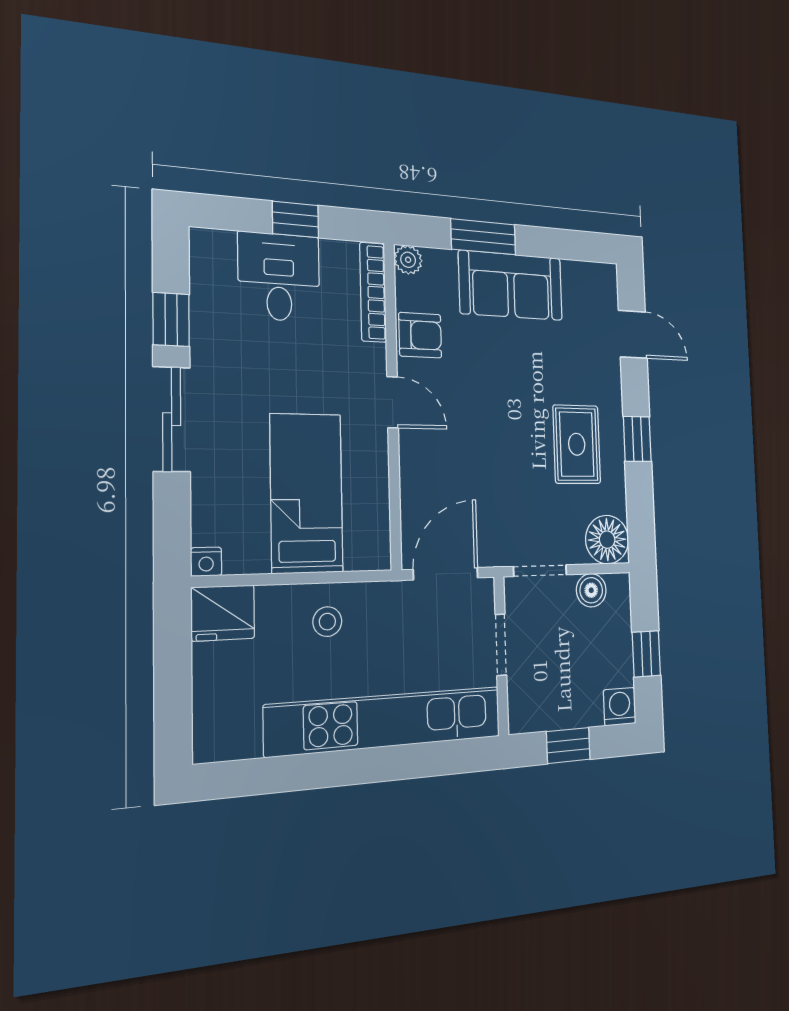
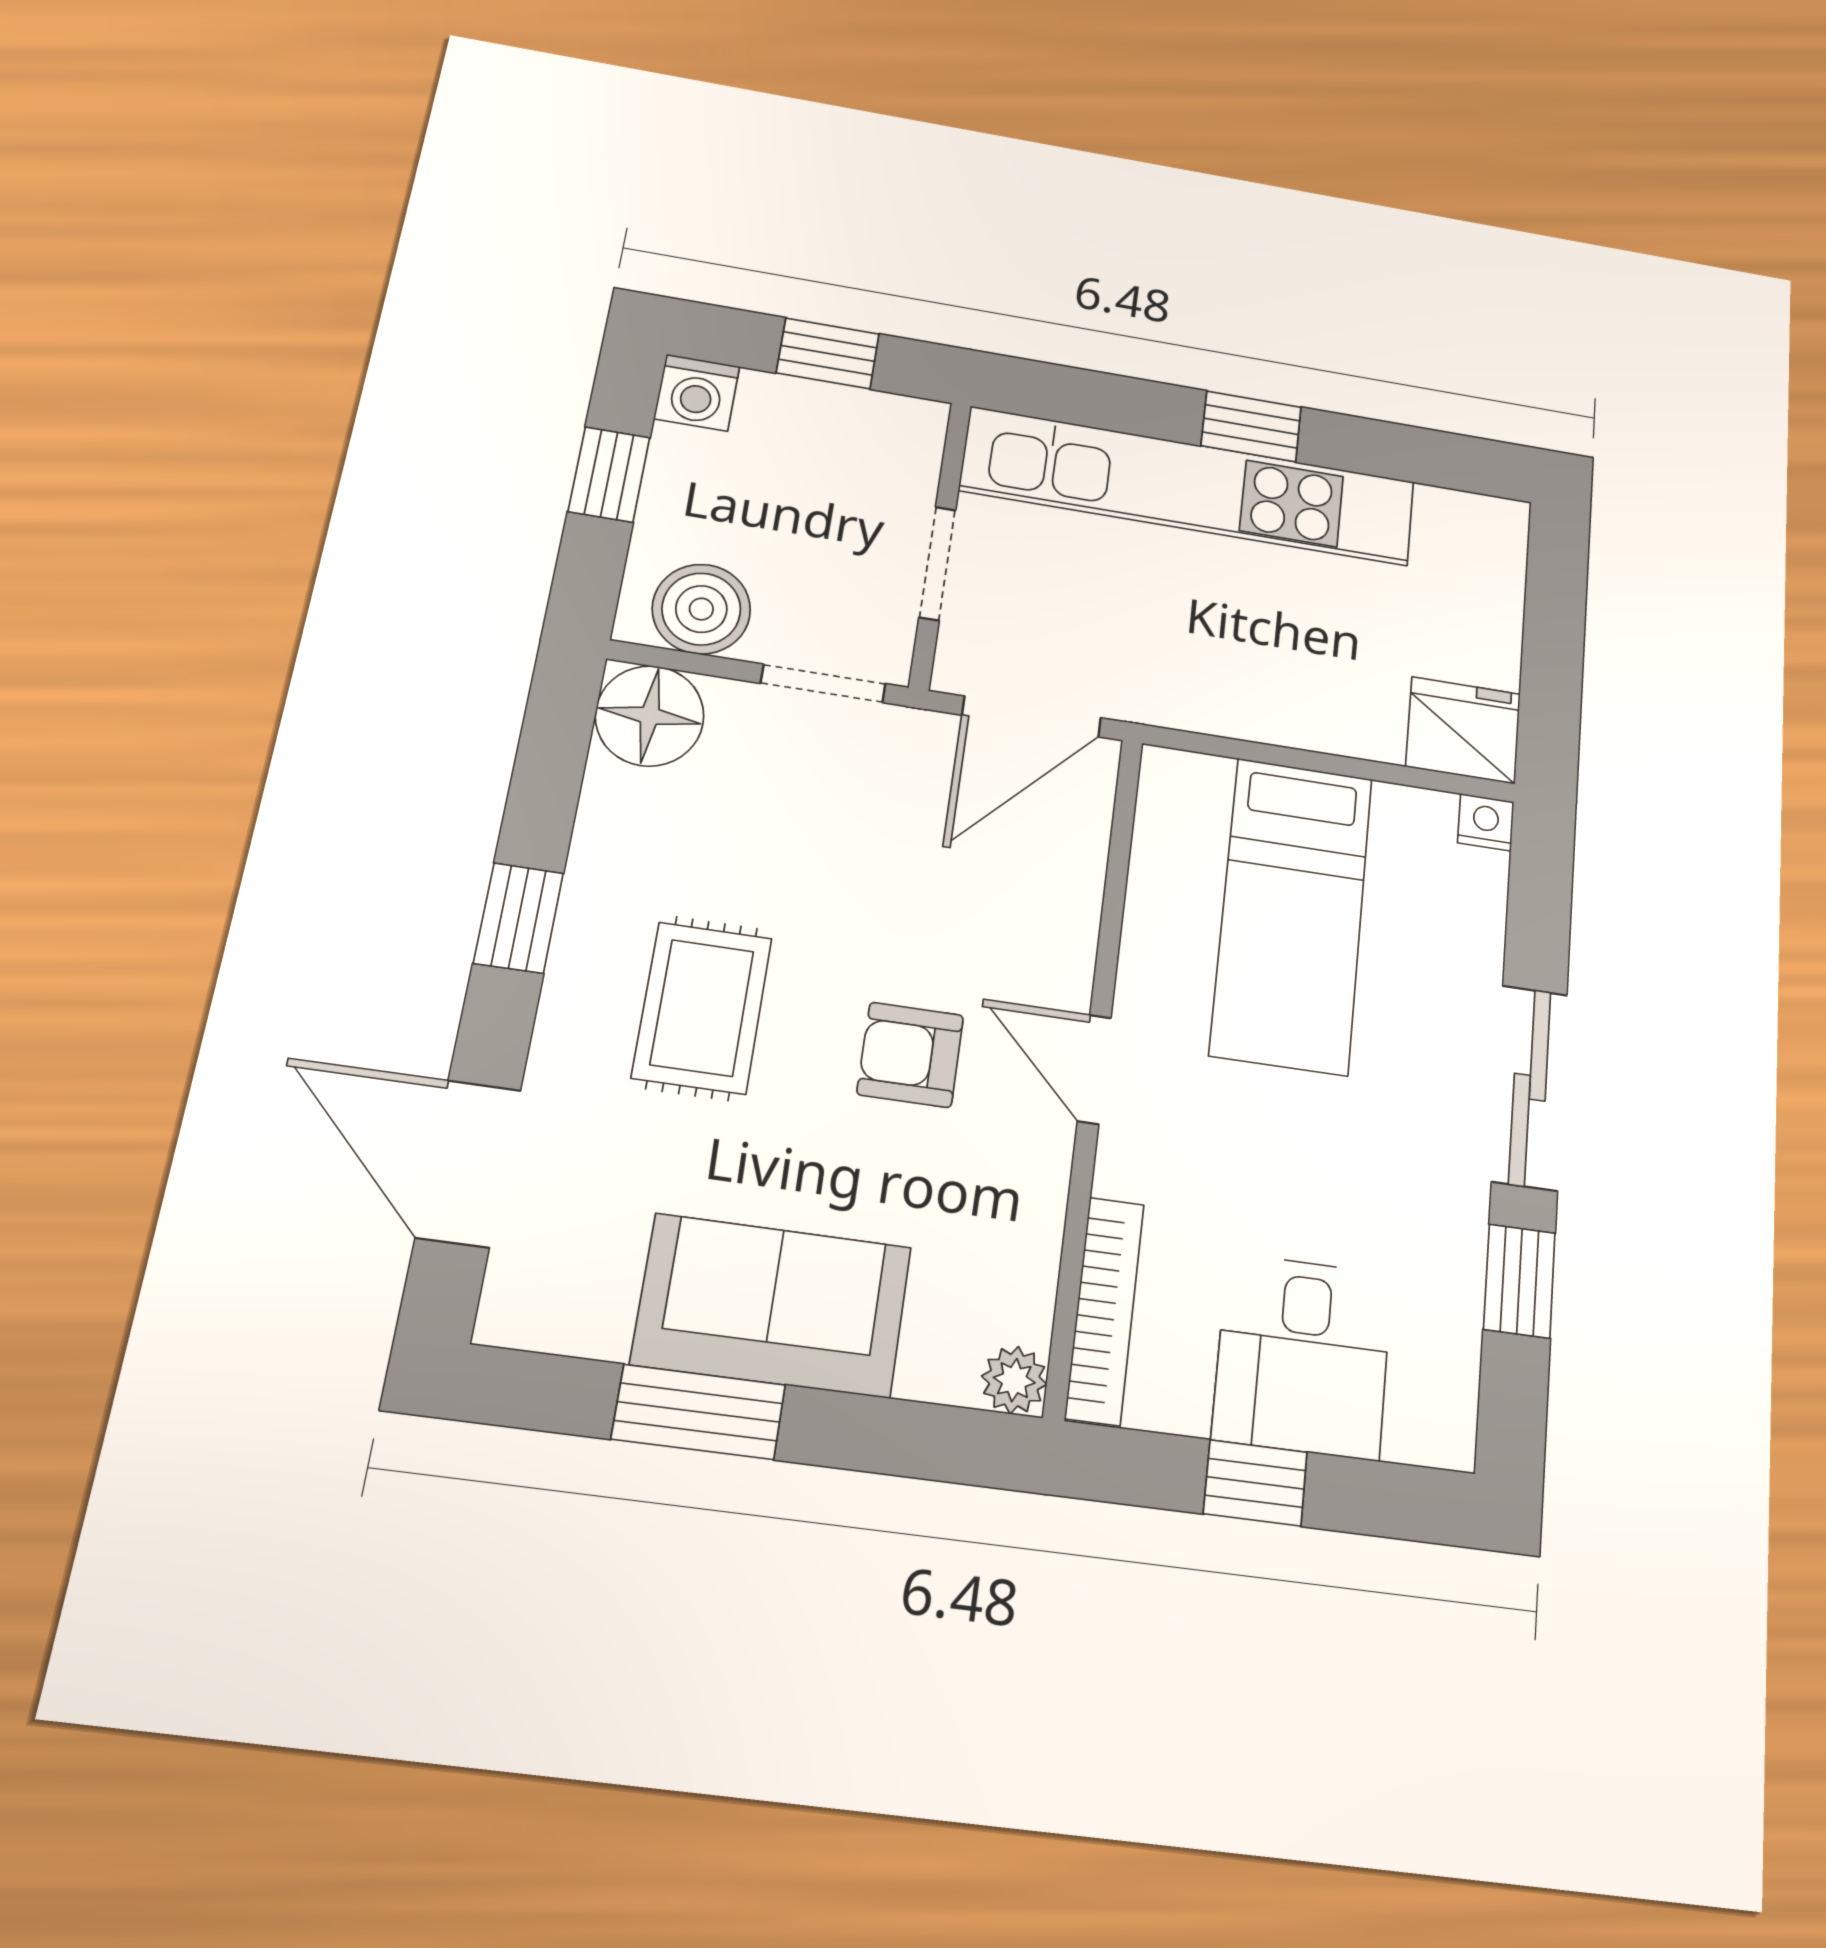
window: (483, 237) -> (699, 1412), moved
door: (633, 334) -> (468, 1163), width x1.38
armchair: (420, 335) -> (910, 1055), moved
rug: (577, 444) -> (702, 1008), moved
boiler: (591, 590) -> (701, 609), width x1.36, depth x1.36
stool: (327, 622) -> (1278, 677), removed
window: (357, 766) -> (1251, 426), added

